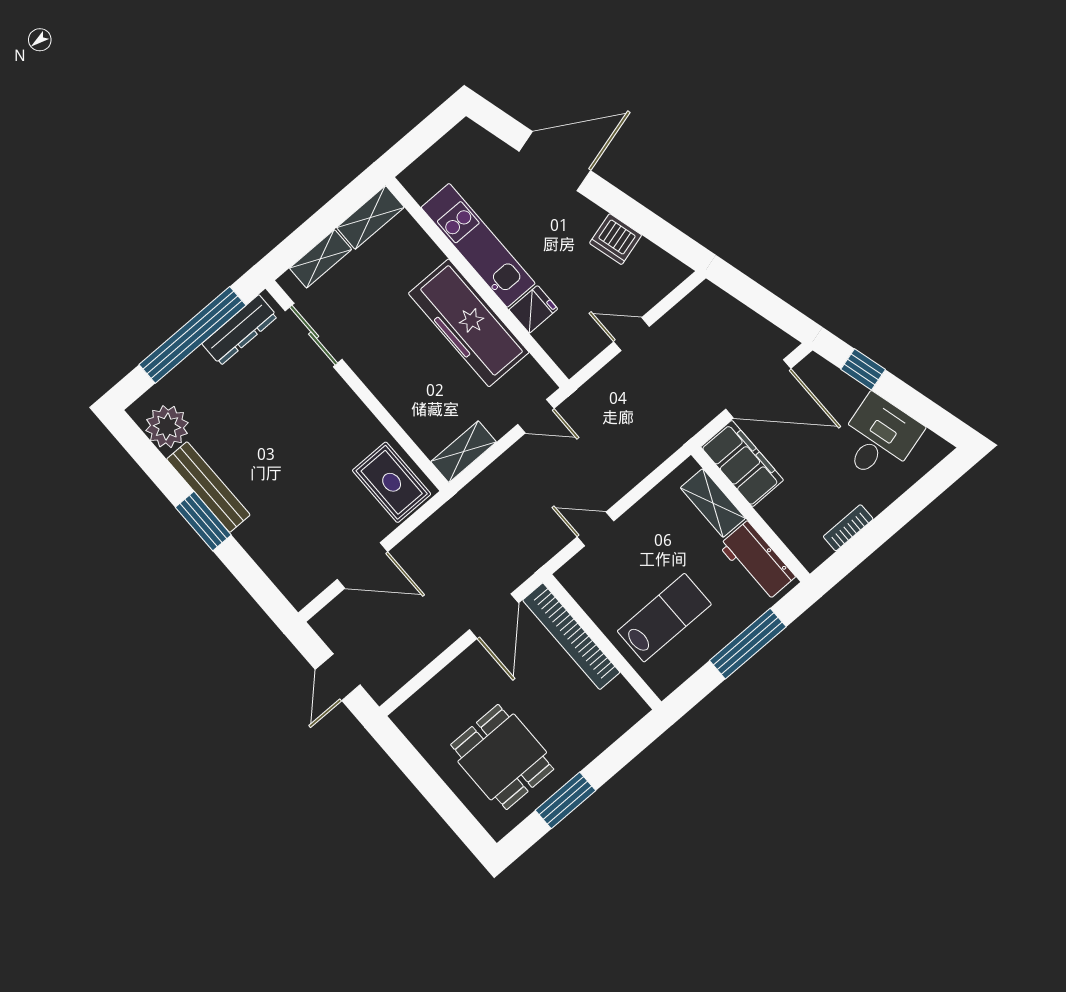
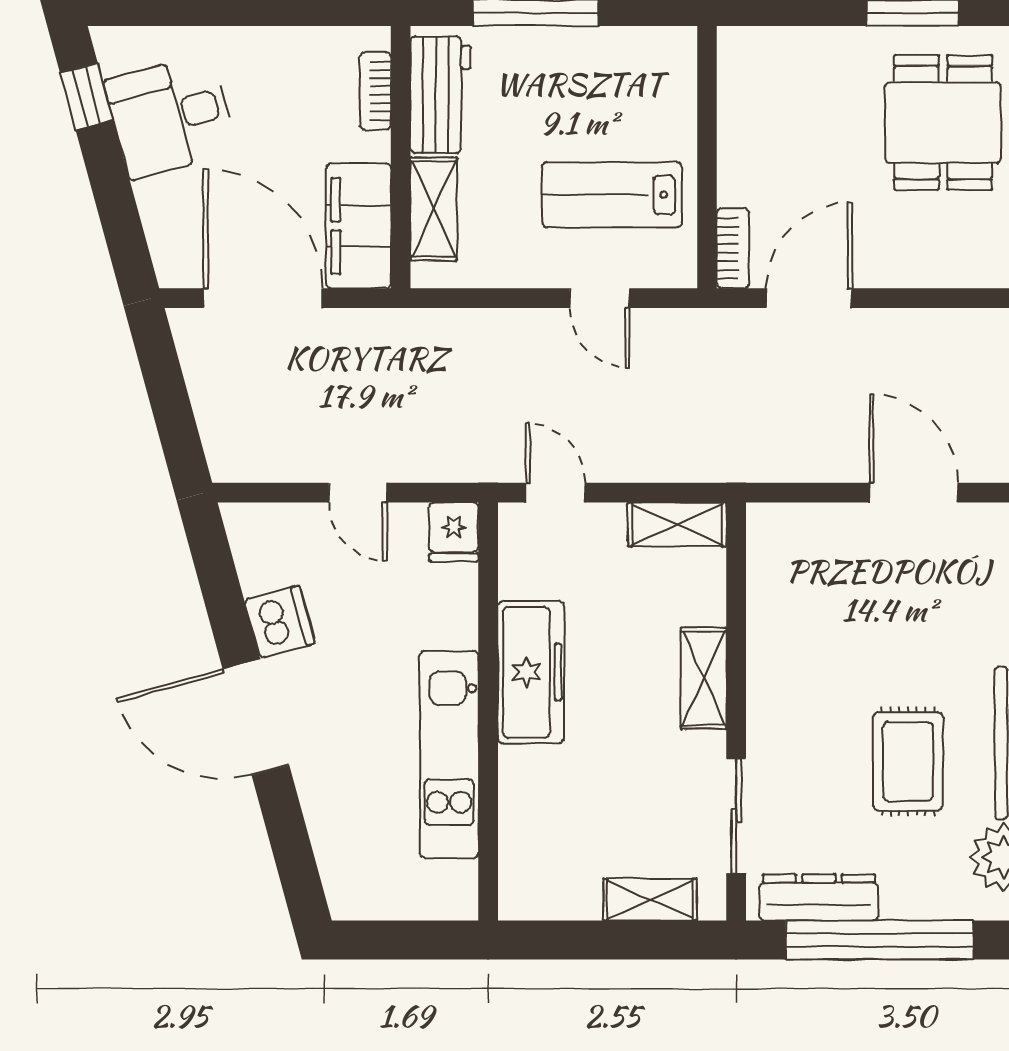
door: (555, 161) -> (256, 717), moved
shelving: (370, 217) -> (704, 678), moved, turned 90
fridge: (533, 309) -> (454, 532), moved, turned -90
freezer: (469, 323) -> (531, 672), width x0.73, depth x0.79
window: (863, 369) -> (87, 96), moved
rug: (392, 482) -> (908, 761), moved
bookcase: (848, 528) -> (375, 91), moved, turned 90
lab bench: (664, 618) -> (612, 195), moved
bookcase: (571, 636) -> (733, 248), width x0.43, depth x0.76

